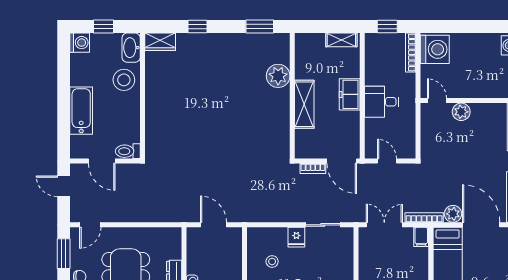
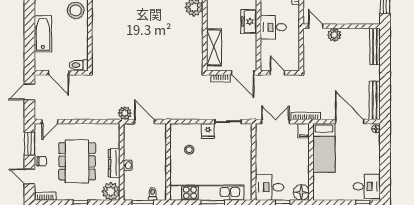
shelving: (304, 104) -> (214, 47), moved
door: (64, 186) -> (29, 92), hinge flipped
plant: (453, 214) -> (125, 113), moved

